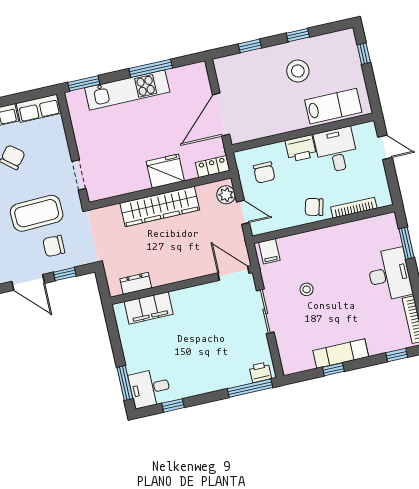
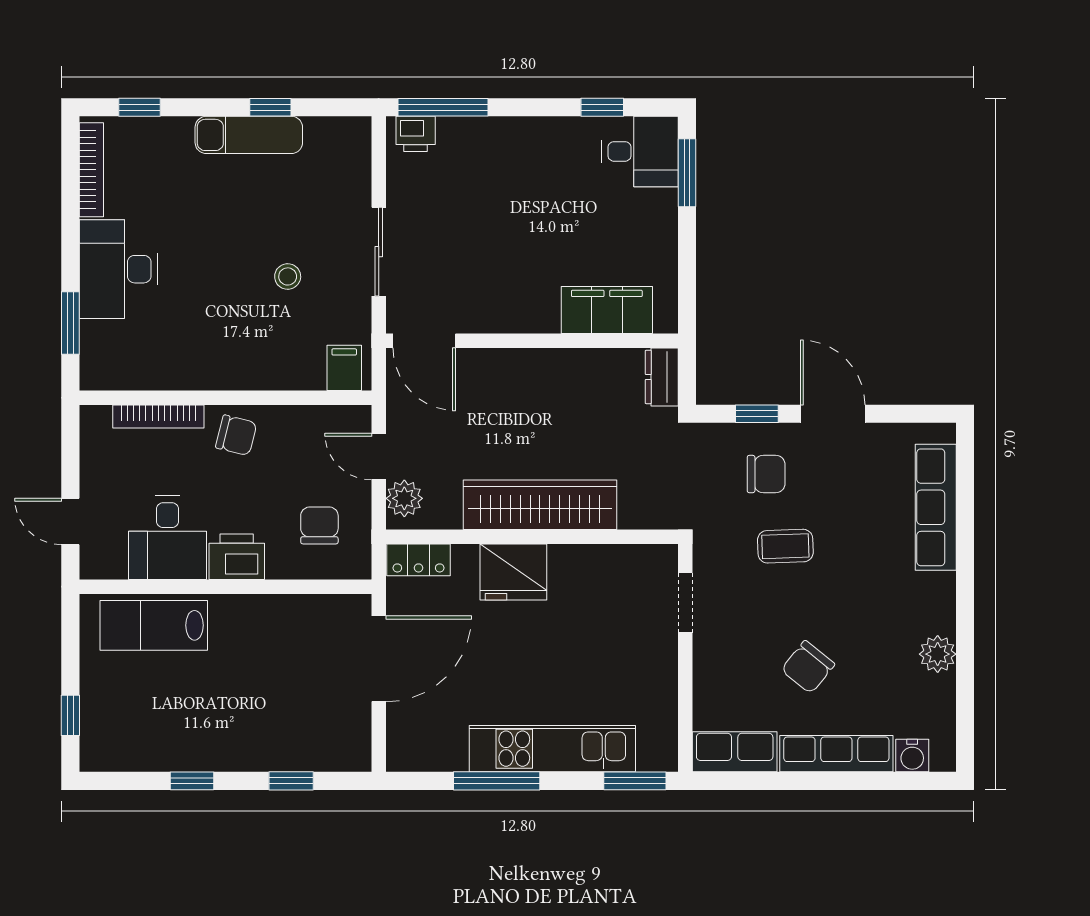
stool: (298, 71) -> (208, 710), removed
coffee table: (37, 213) -> (785, 546), width x0.54, depth x0.58
dresser: (136, 283) -> (662, 377), moved, turned 90

